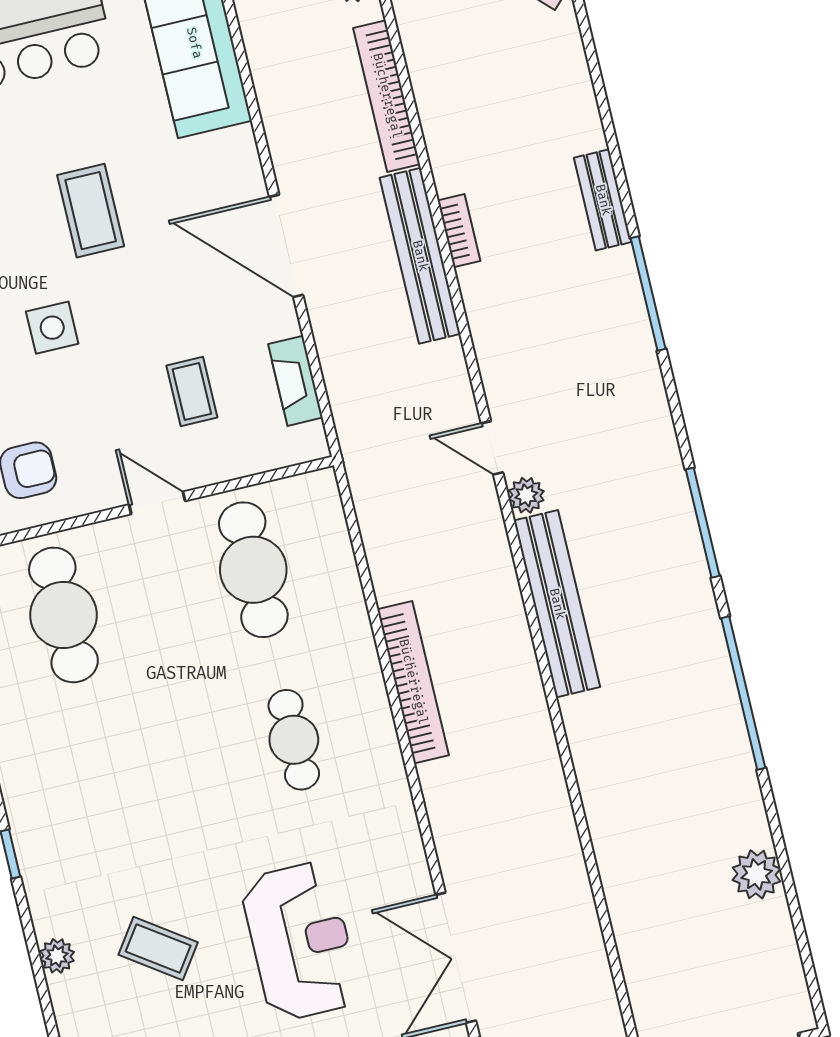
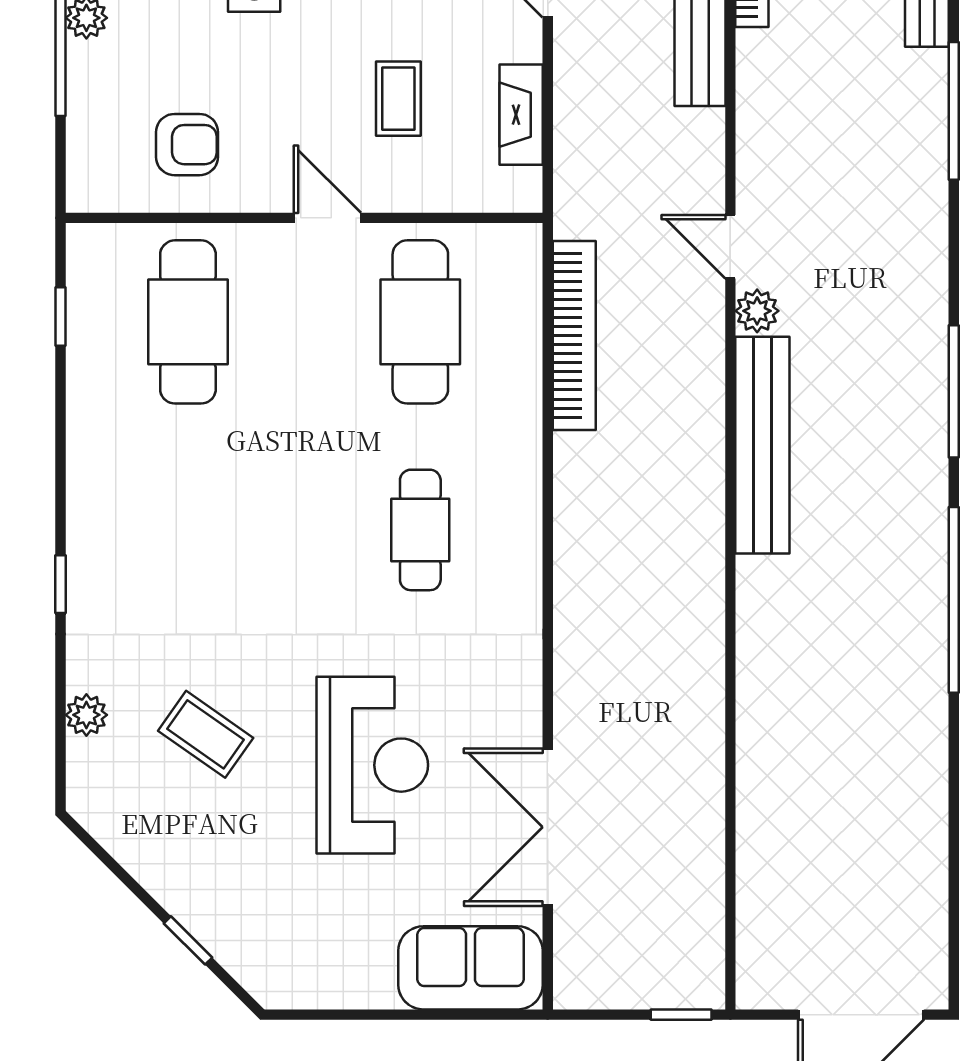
bookcase: (413, 682) -> (574, 336), moved
plant: (757, 874) -> (919, 814), removed

